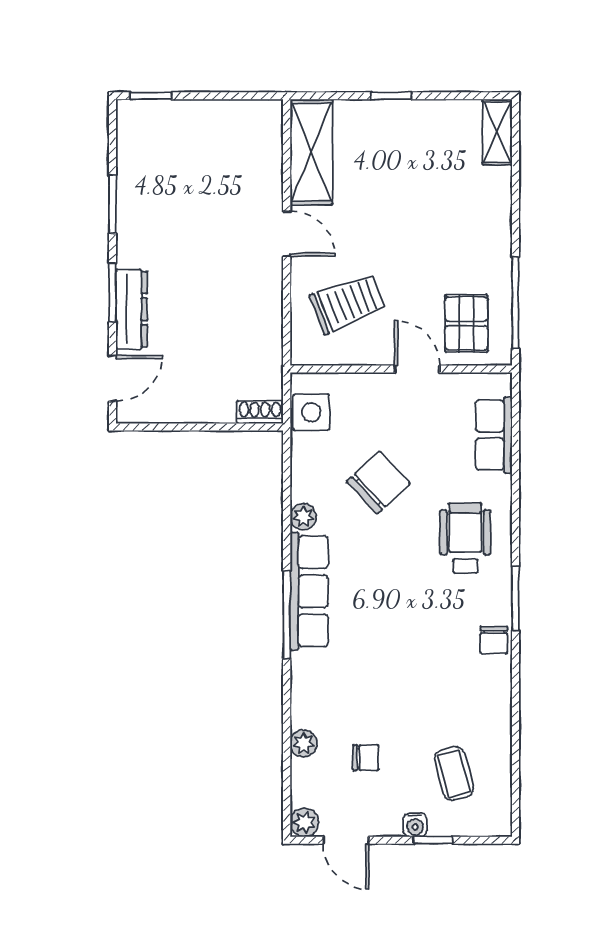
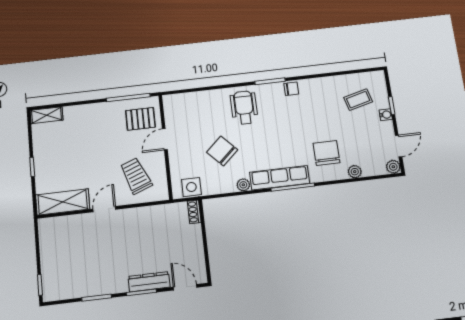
row of seats: (494, 435) -> (193, 100), removed
wheelchair: (465, 538) -> (244, 107), turned 90
chair: (366, 758) -> (326, 153), moved, width x1.87, depth x1.87

